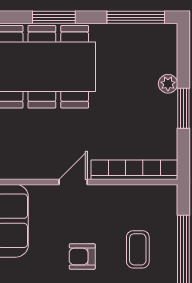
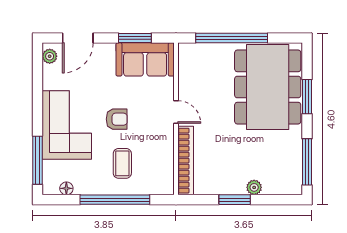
coffee table: (138, 249) -> (122, 163), turned 90
armchair: (82, 257) -> (117, 119), turned 90

